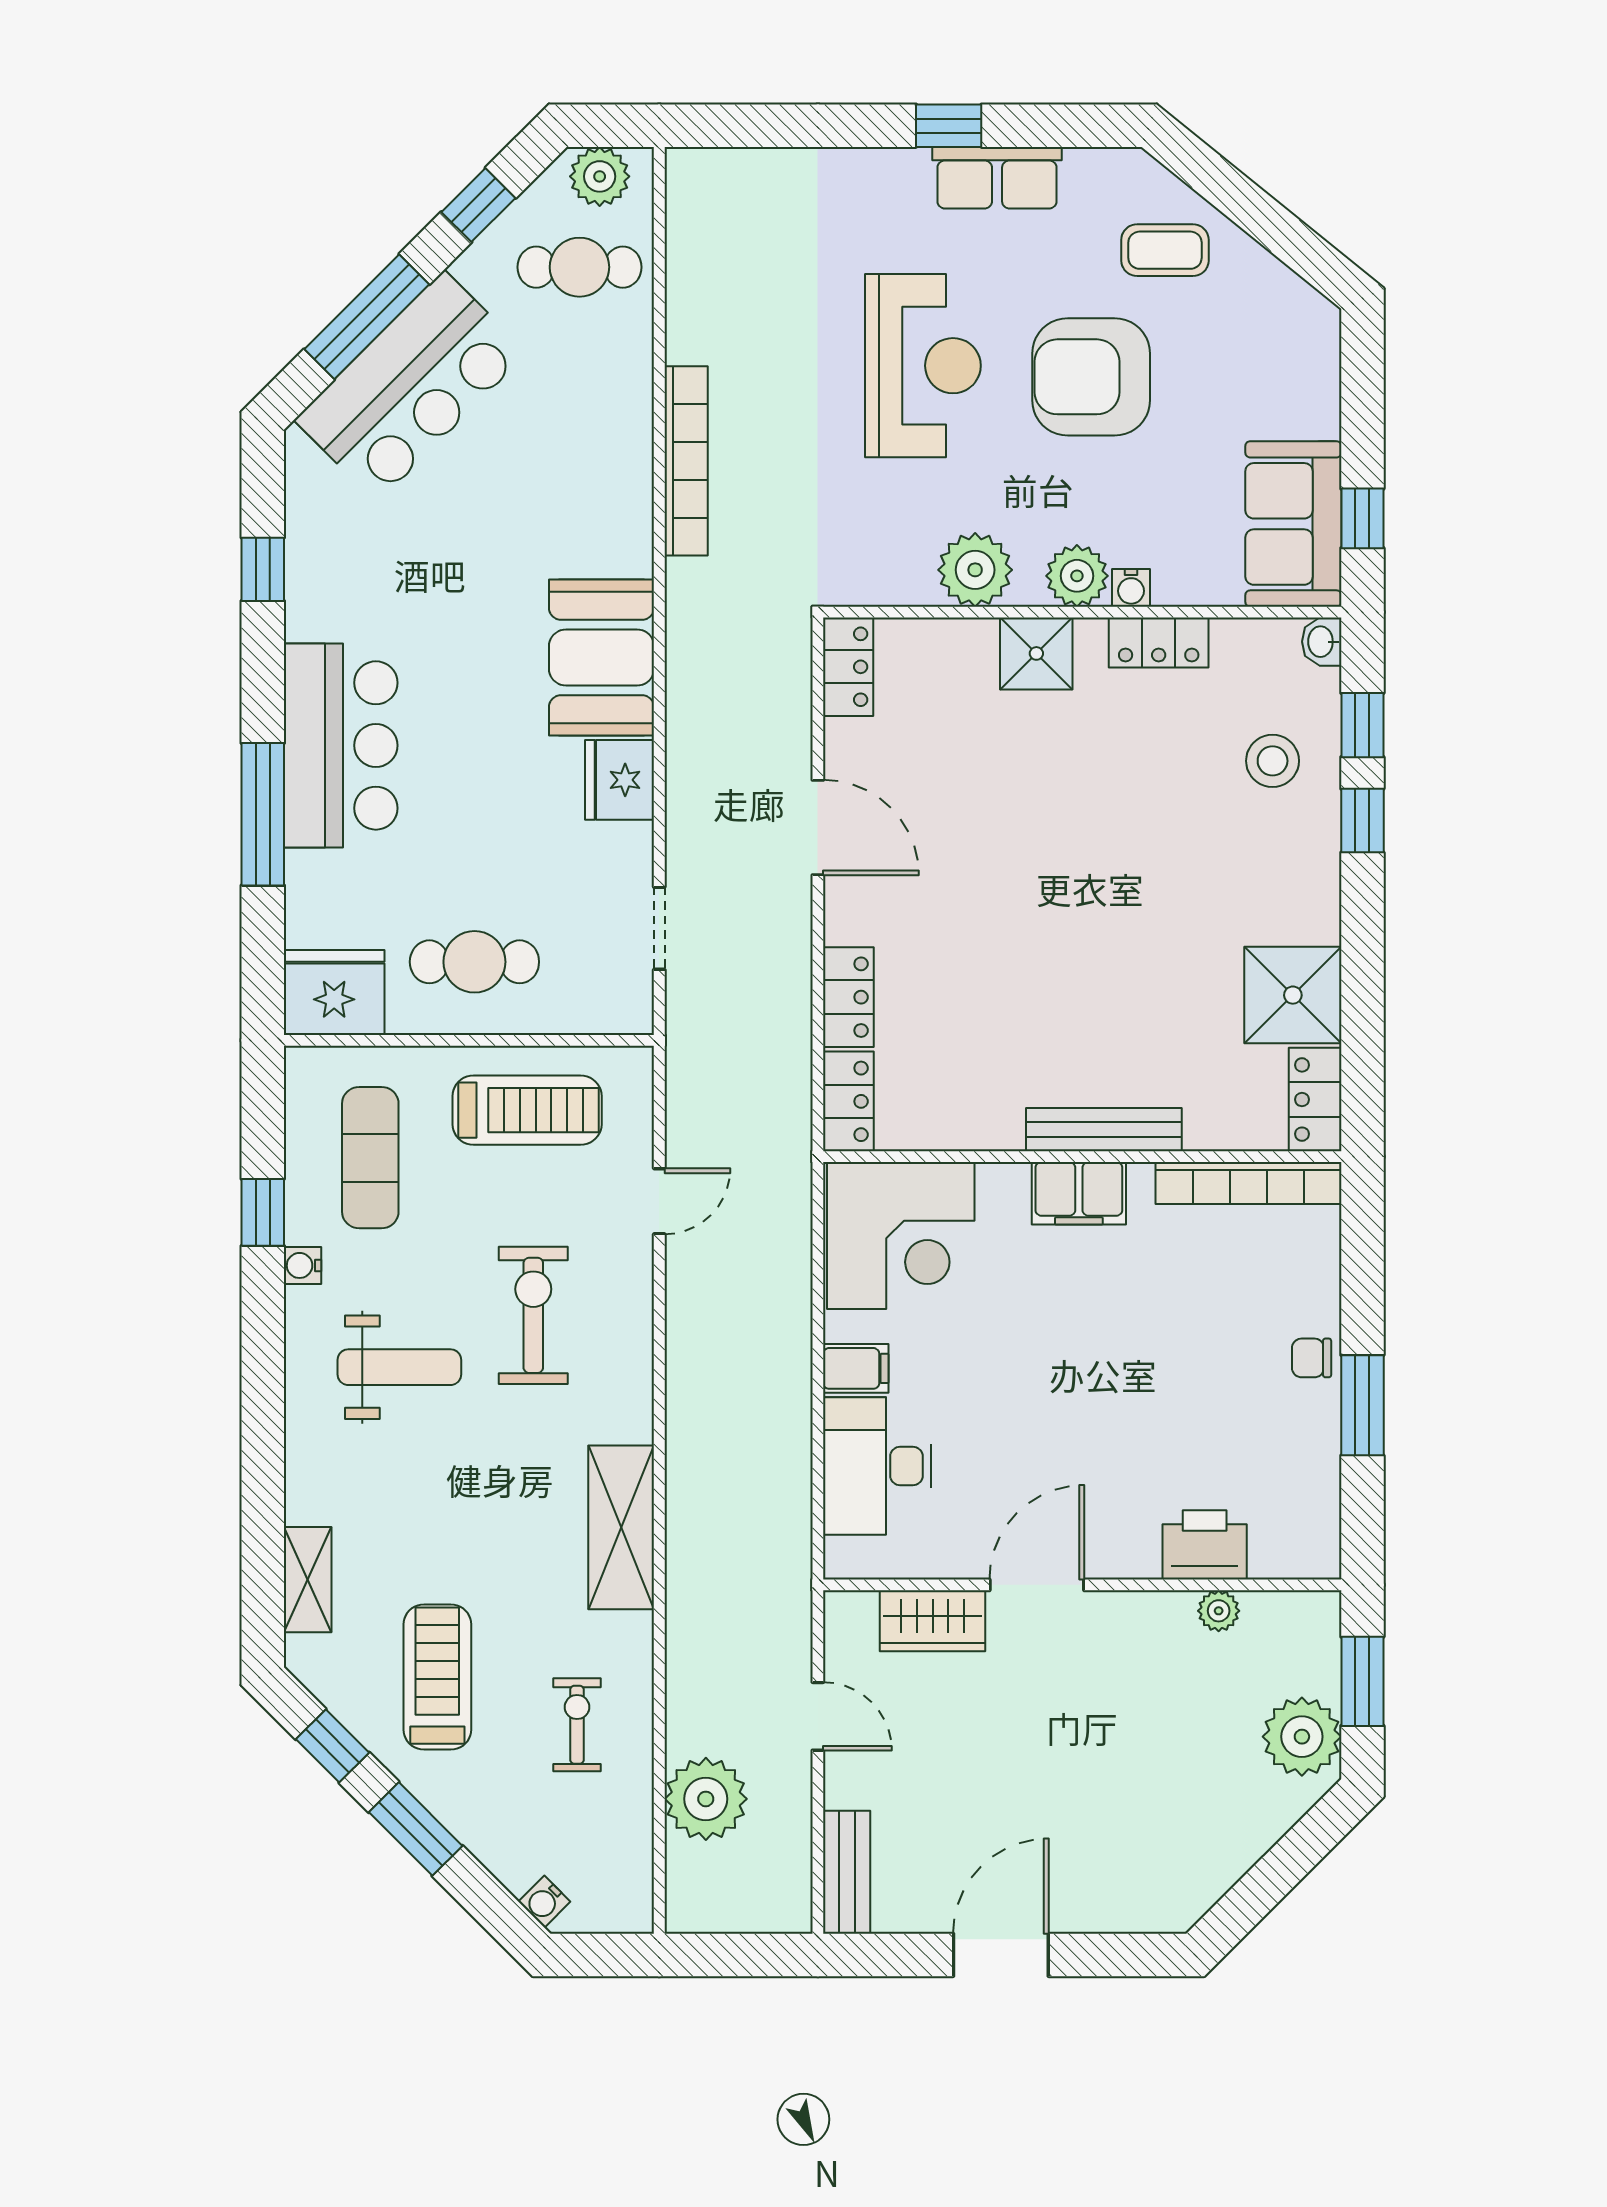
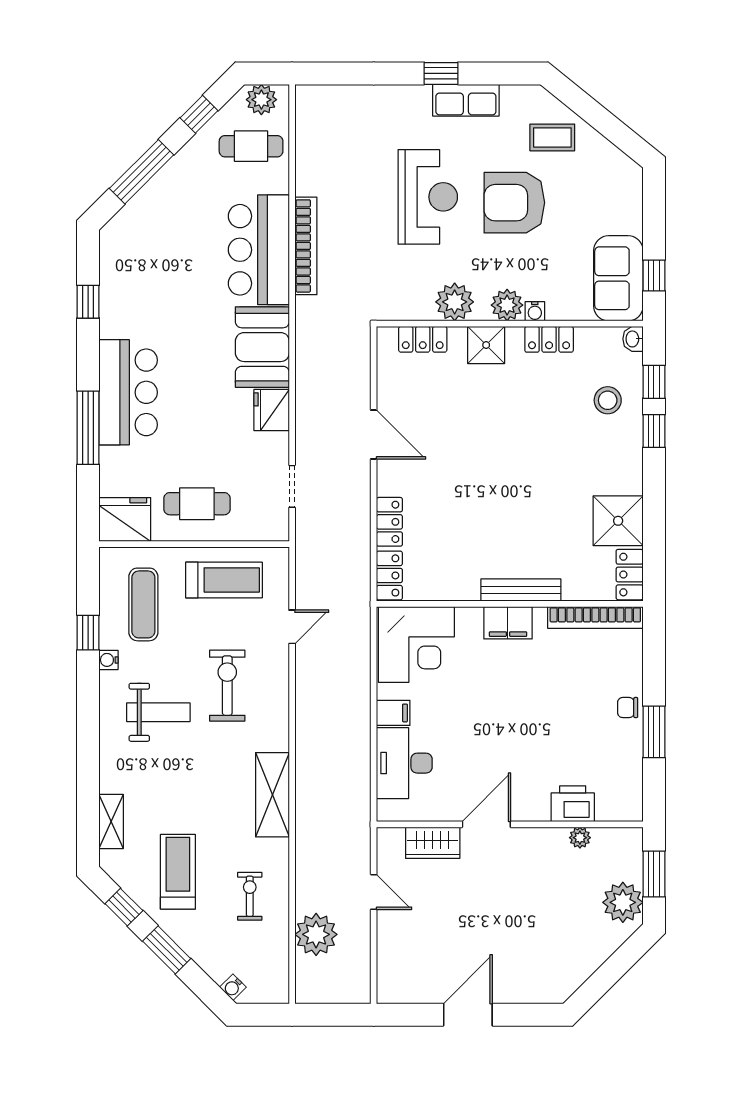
bar counter: (411, 386) -> (259, 250), moved, turned 135
locker: (848, 667) -> (423, 339), moved, turned 90
bench: (847, 1872) -> (389, 972), removed

